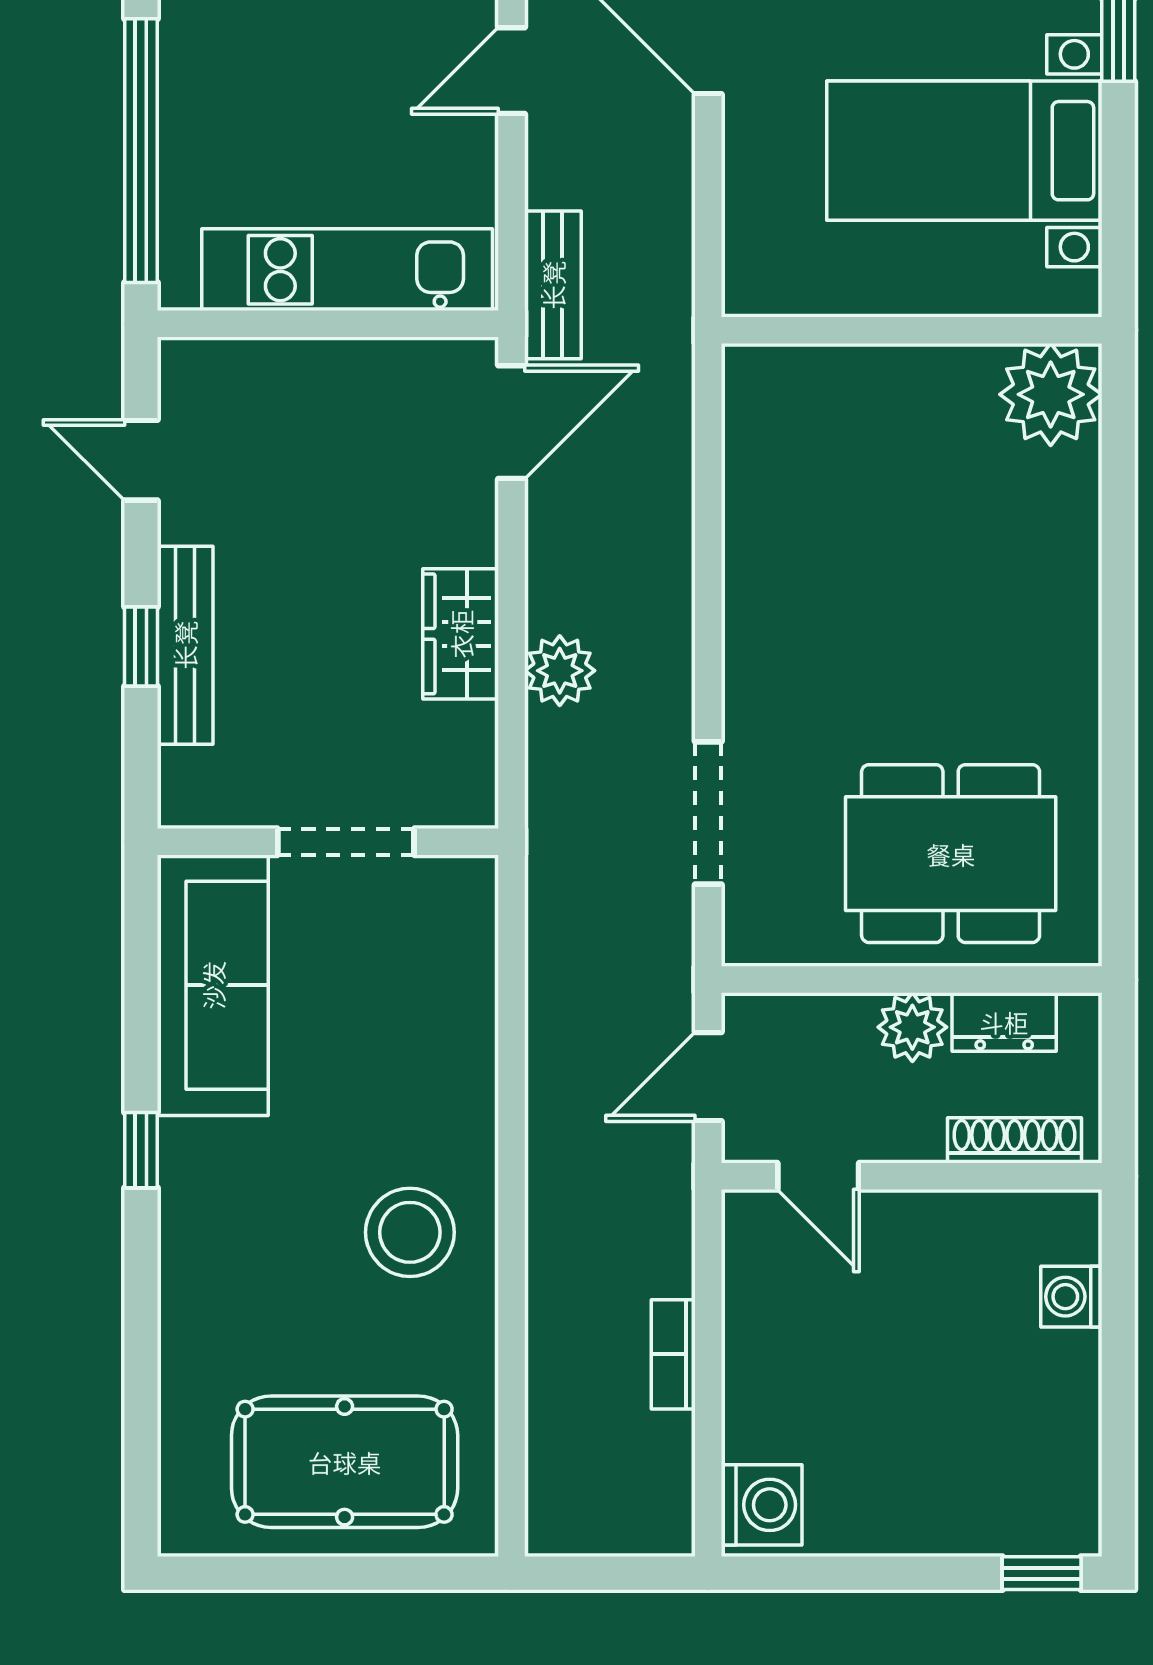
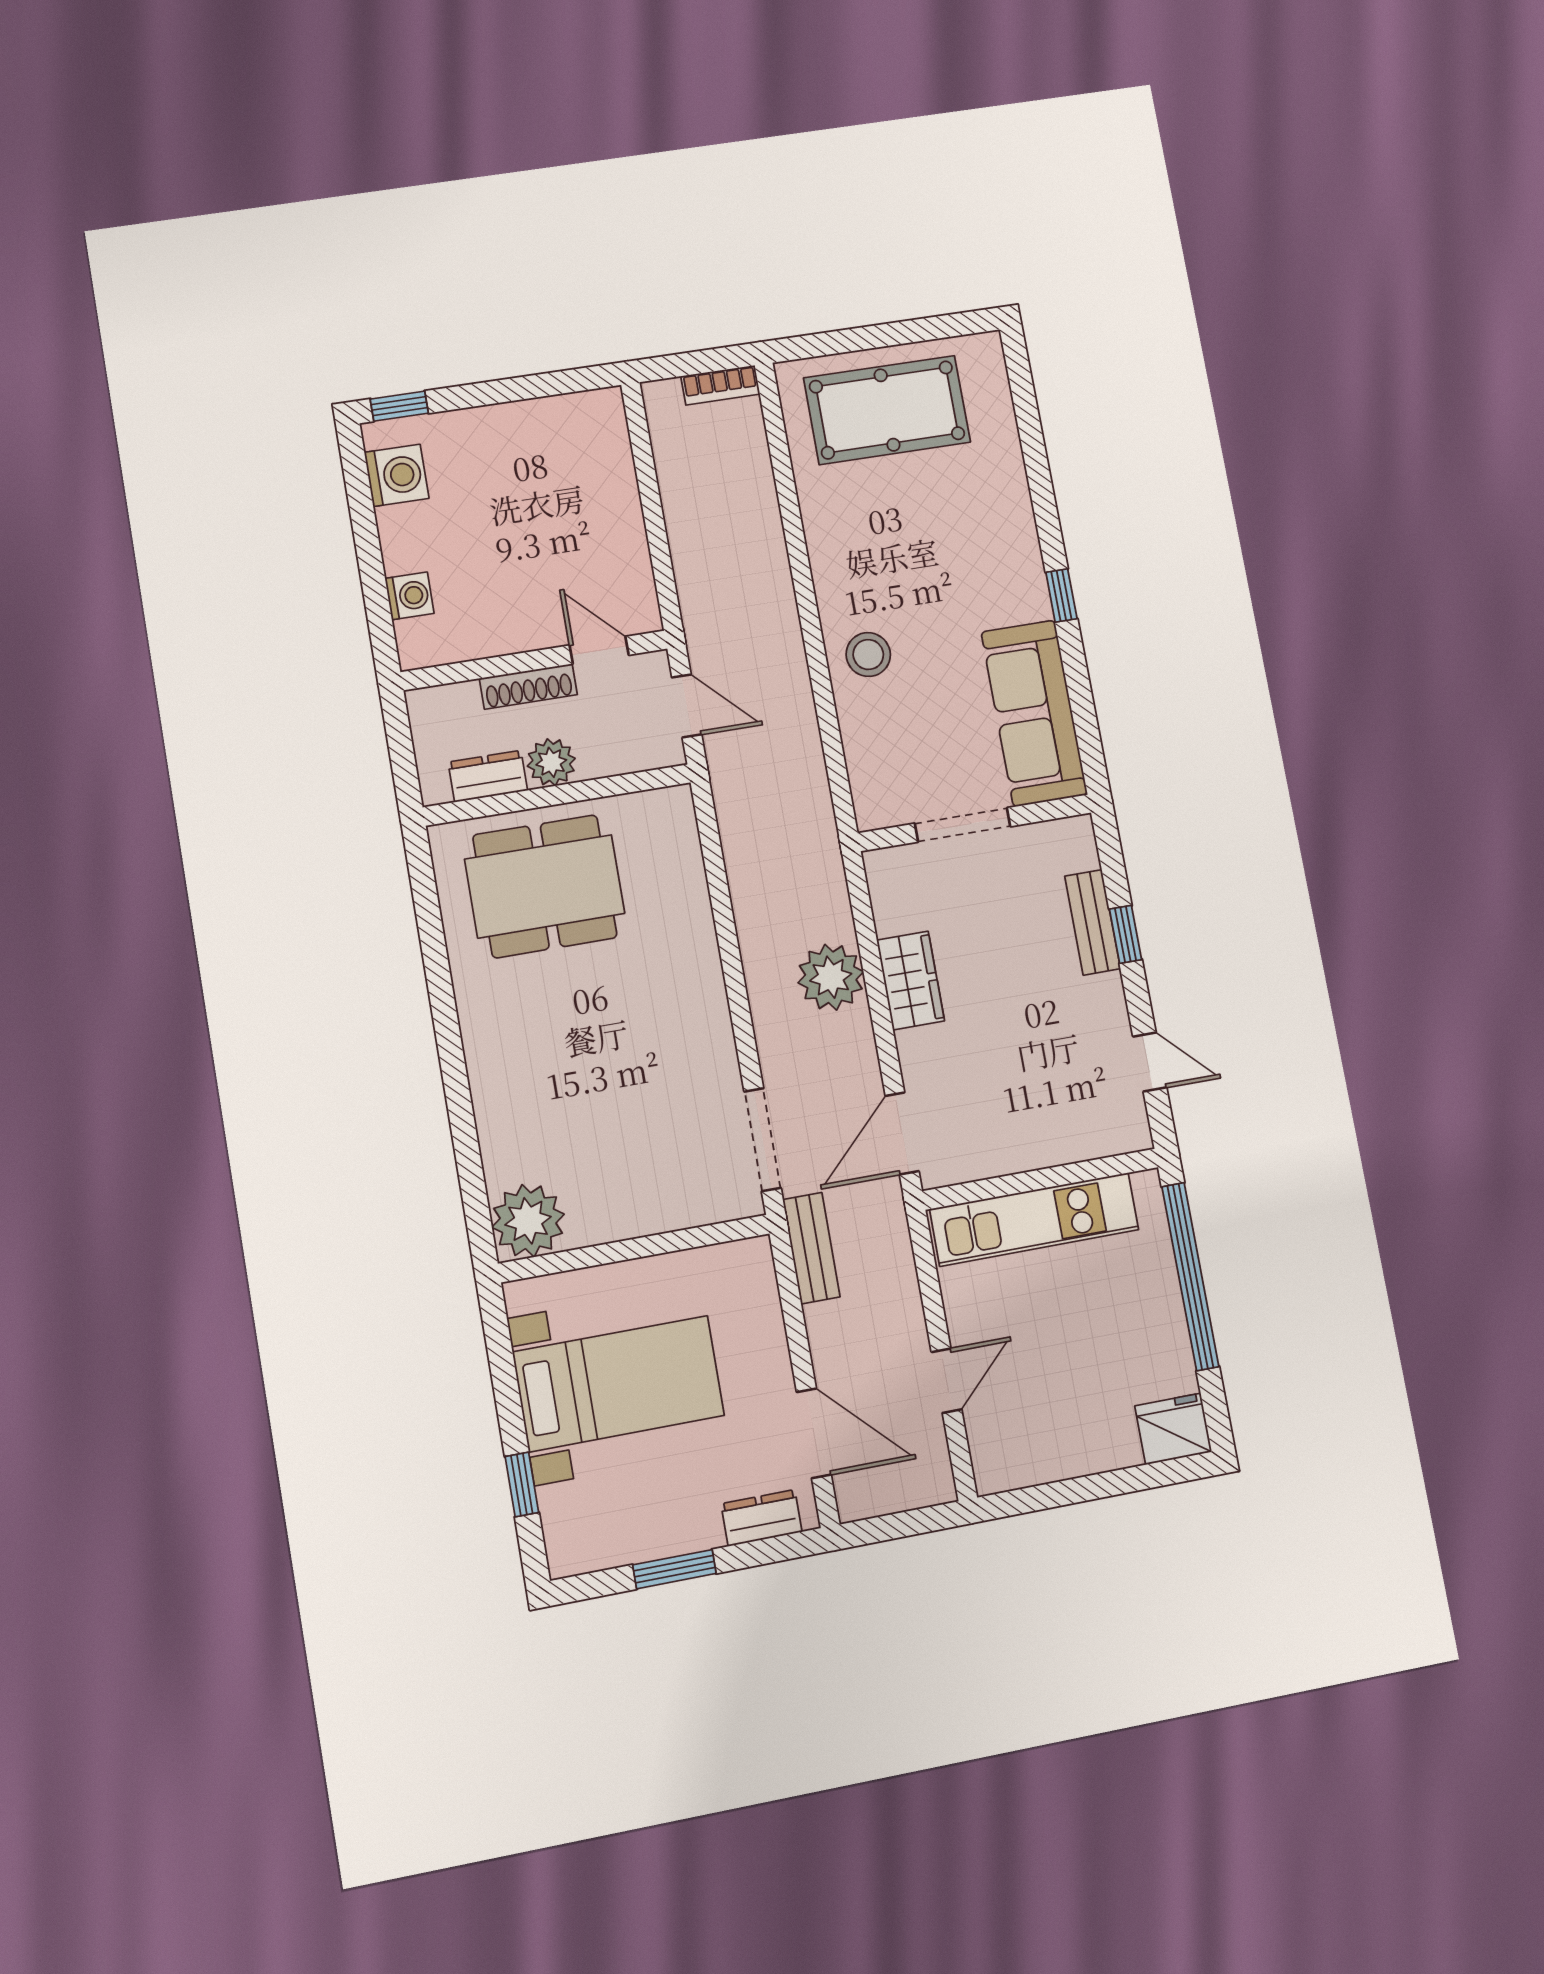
bench: (553, 285) -> (811, 1248), moved
bench: (185, 645) -> (1093, 922), width x0.73
plant: (560, 671) -> (831, 977), width x1.36, depth x1.36
doorway: (708, 813) -> (763, 1140), moved
door: (708, 1077) -> (687, 706), hinge flipped
shoe rack: (1015, 1140) -> (528, 686), moved
stool: (410, 1232) -> (868, 655), moved, width x0.73, depth x0.73
bookcase: (673, 1354) -> (720, 385), moved, turned 90
washing machine: (762, 1505) -> (397, 475), moved, turned 180

